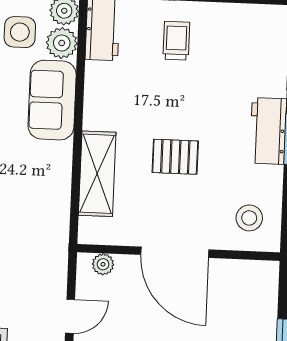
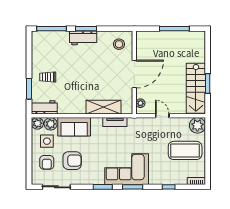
pallet: (175, 157) -> (95, 75), removed
tv unit: (60, 200) -> (115, 122), added

